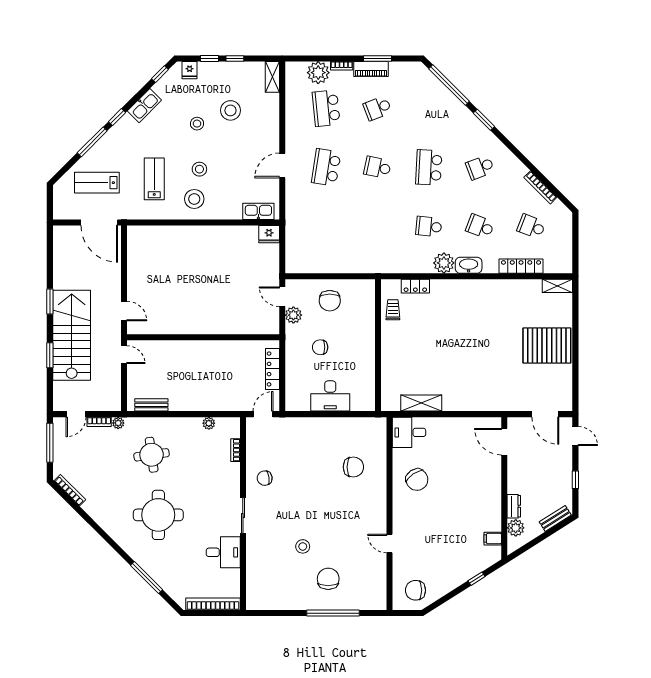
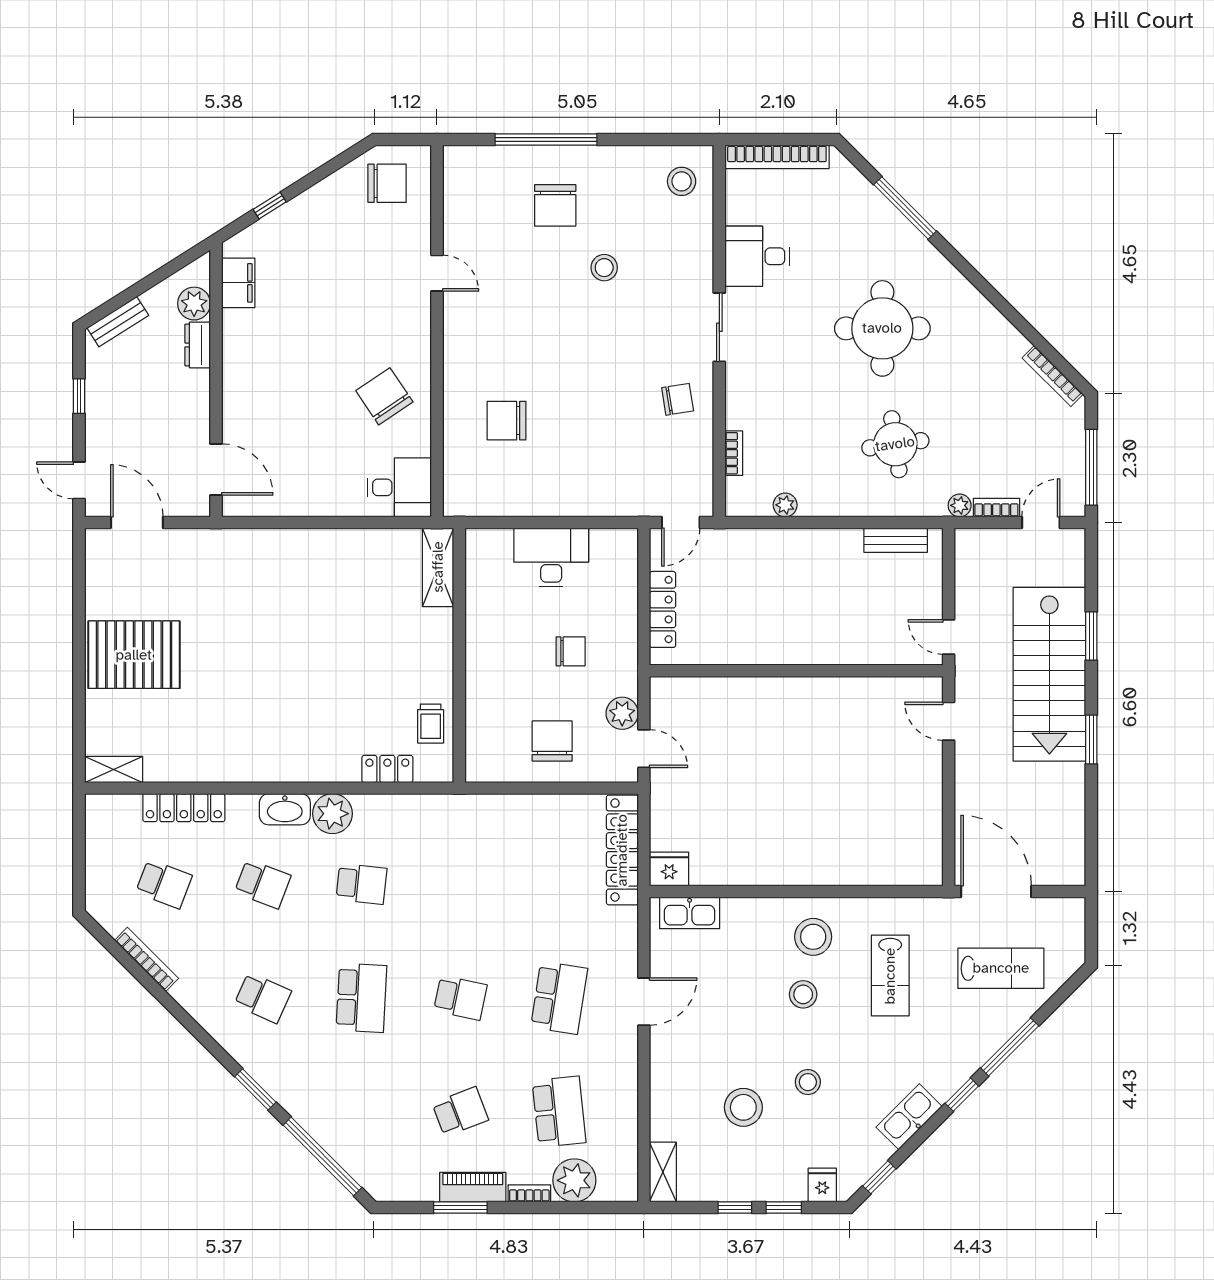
school desk: (480, 167) -> (263, 998), turned 45
locker: (293, 244) -> (622, 850), added
shelving: (421, 403) -> (438, 567), moved, turned 90
filing cabinet: (493, 539) -> (238, 283), width x2.00
stool: (263, 591) -> (682, 181), added

